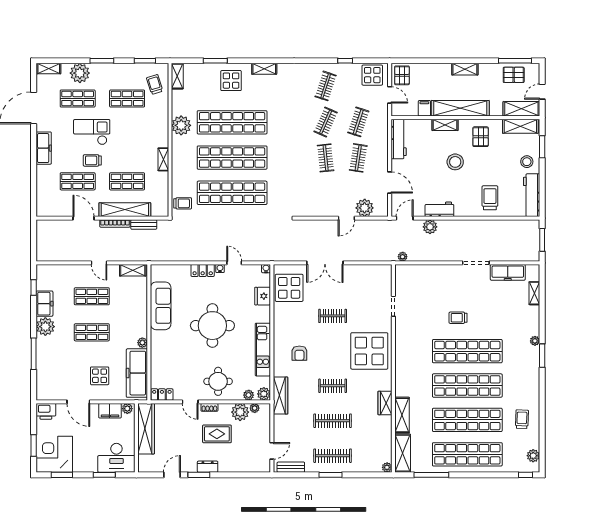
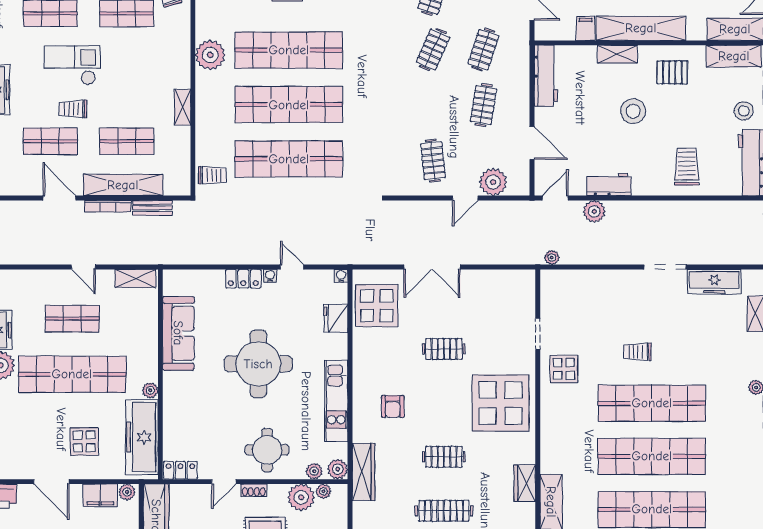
pallet: (481, 137) -> (672, 72), turned 90
clothes rail: (326, 158) -> (433, 161), moved
display table: (410, 329) -> (564, 369), added
shop shelf: (92, 332) -> (72, 374), width x2.00, depth x1.36
door: (190, 402) -> (224, 482), hinge flipped
trolley: (522, 419) -> (736, 508), removed

